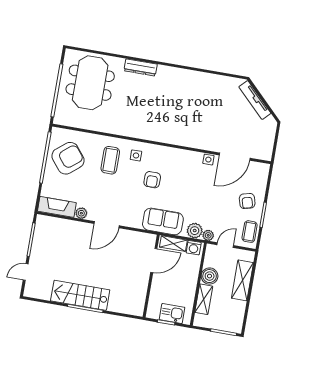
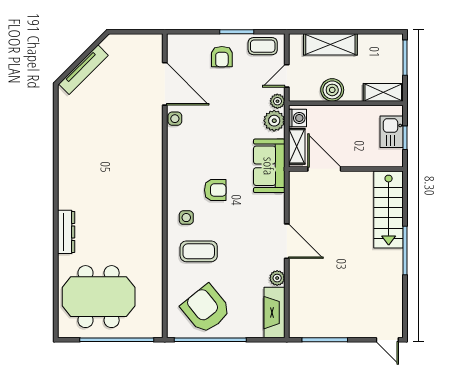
armchair: (247, 201) -> (222, 57), turned 105
door: (225, 245) -> (287, 76), hinge flipped
door: (26, 272) -> (387, 340), moved
stairs: (80, 295) -> (389, 209), moved
shelving: (204, 299) -> (383, 92), moved

